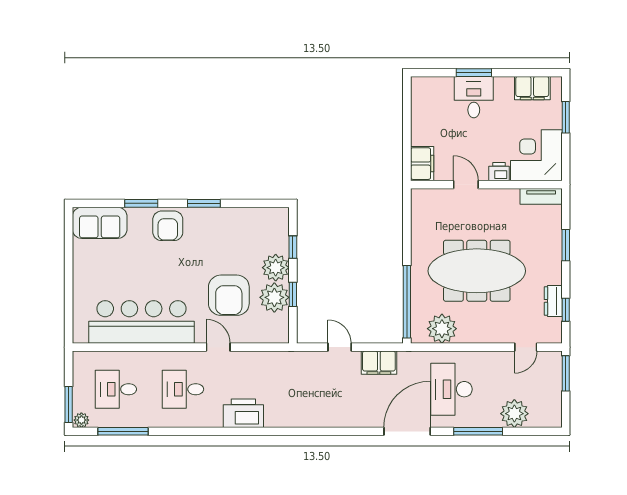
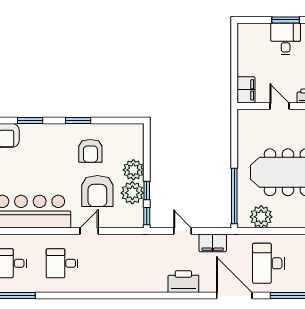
armchair: (168, 226) -> (90, 151), moved
window: (293, 247) -> (147, 216), moved
door: (218, 347) -> (89, 231), hinge flipped
printer: (243, 413) -> (183, 282), moved
door: (407, 431) -> (234, 296), hinge flipped

